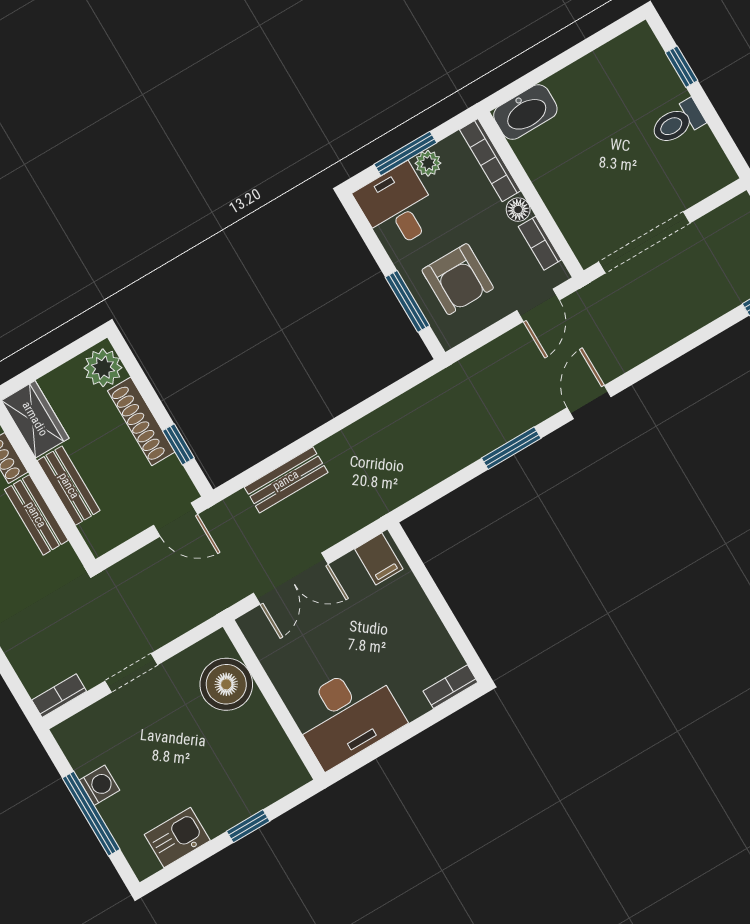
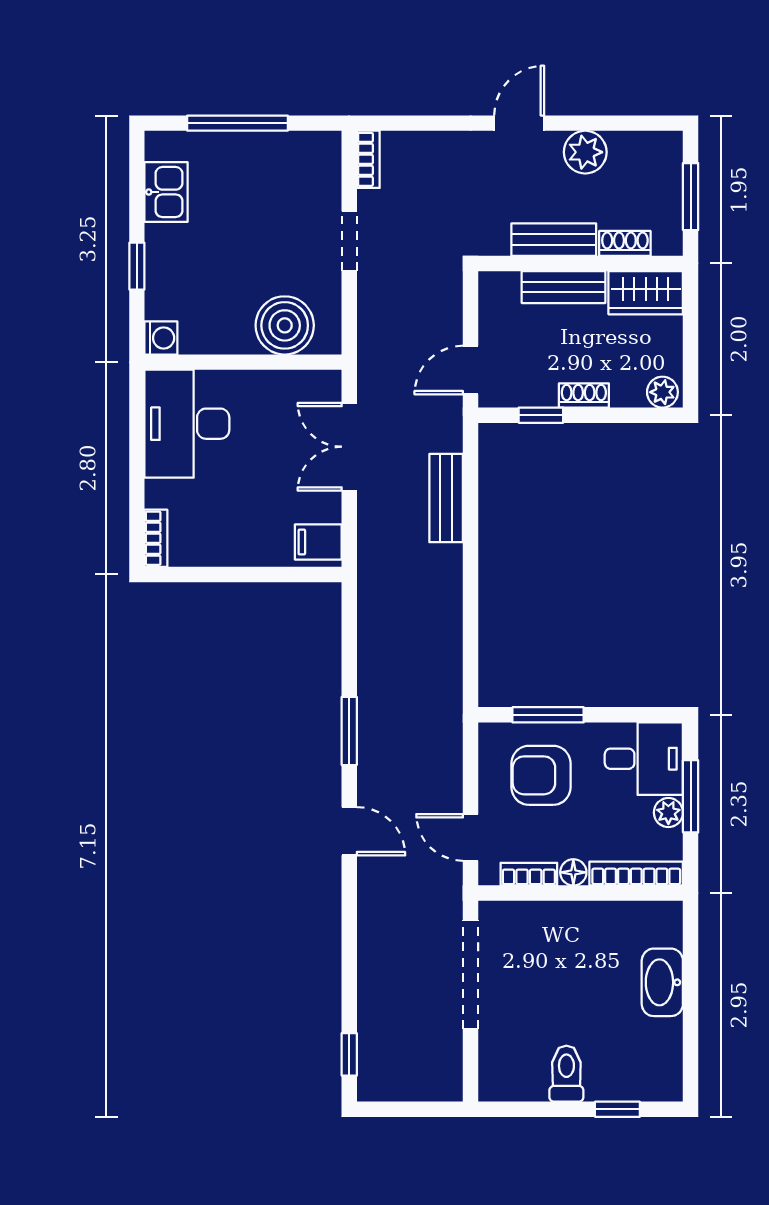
washbasin: (525, 112) -> (662, 982), moved
plant: (103, 368) -> (662, 392), width x0.73, depth x0.73
shoe rack: (141, 421) -> (584, 395), width x0.51, depth x0.81
washing machine: (99, 785) -> (161, 338), moved, turned -90

